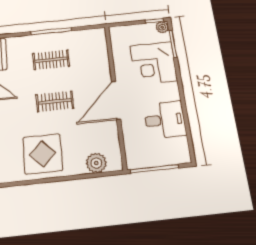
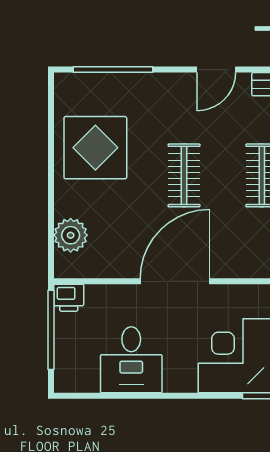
door: (116, 100) -> (175, 281), hinge flipped
printer: (134, 160) -> (69, 298), added

